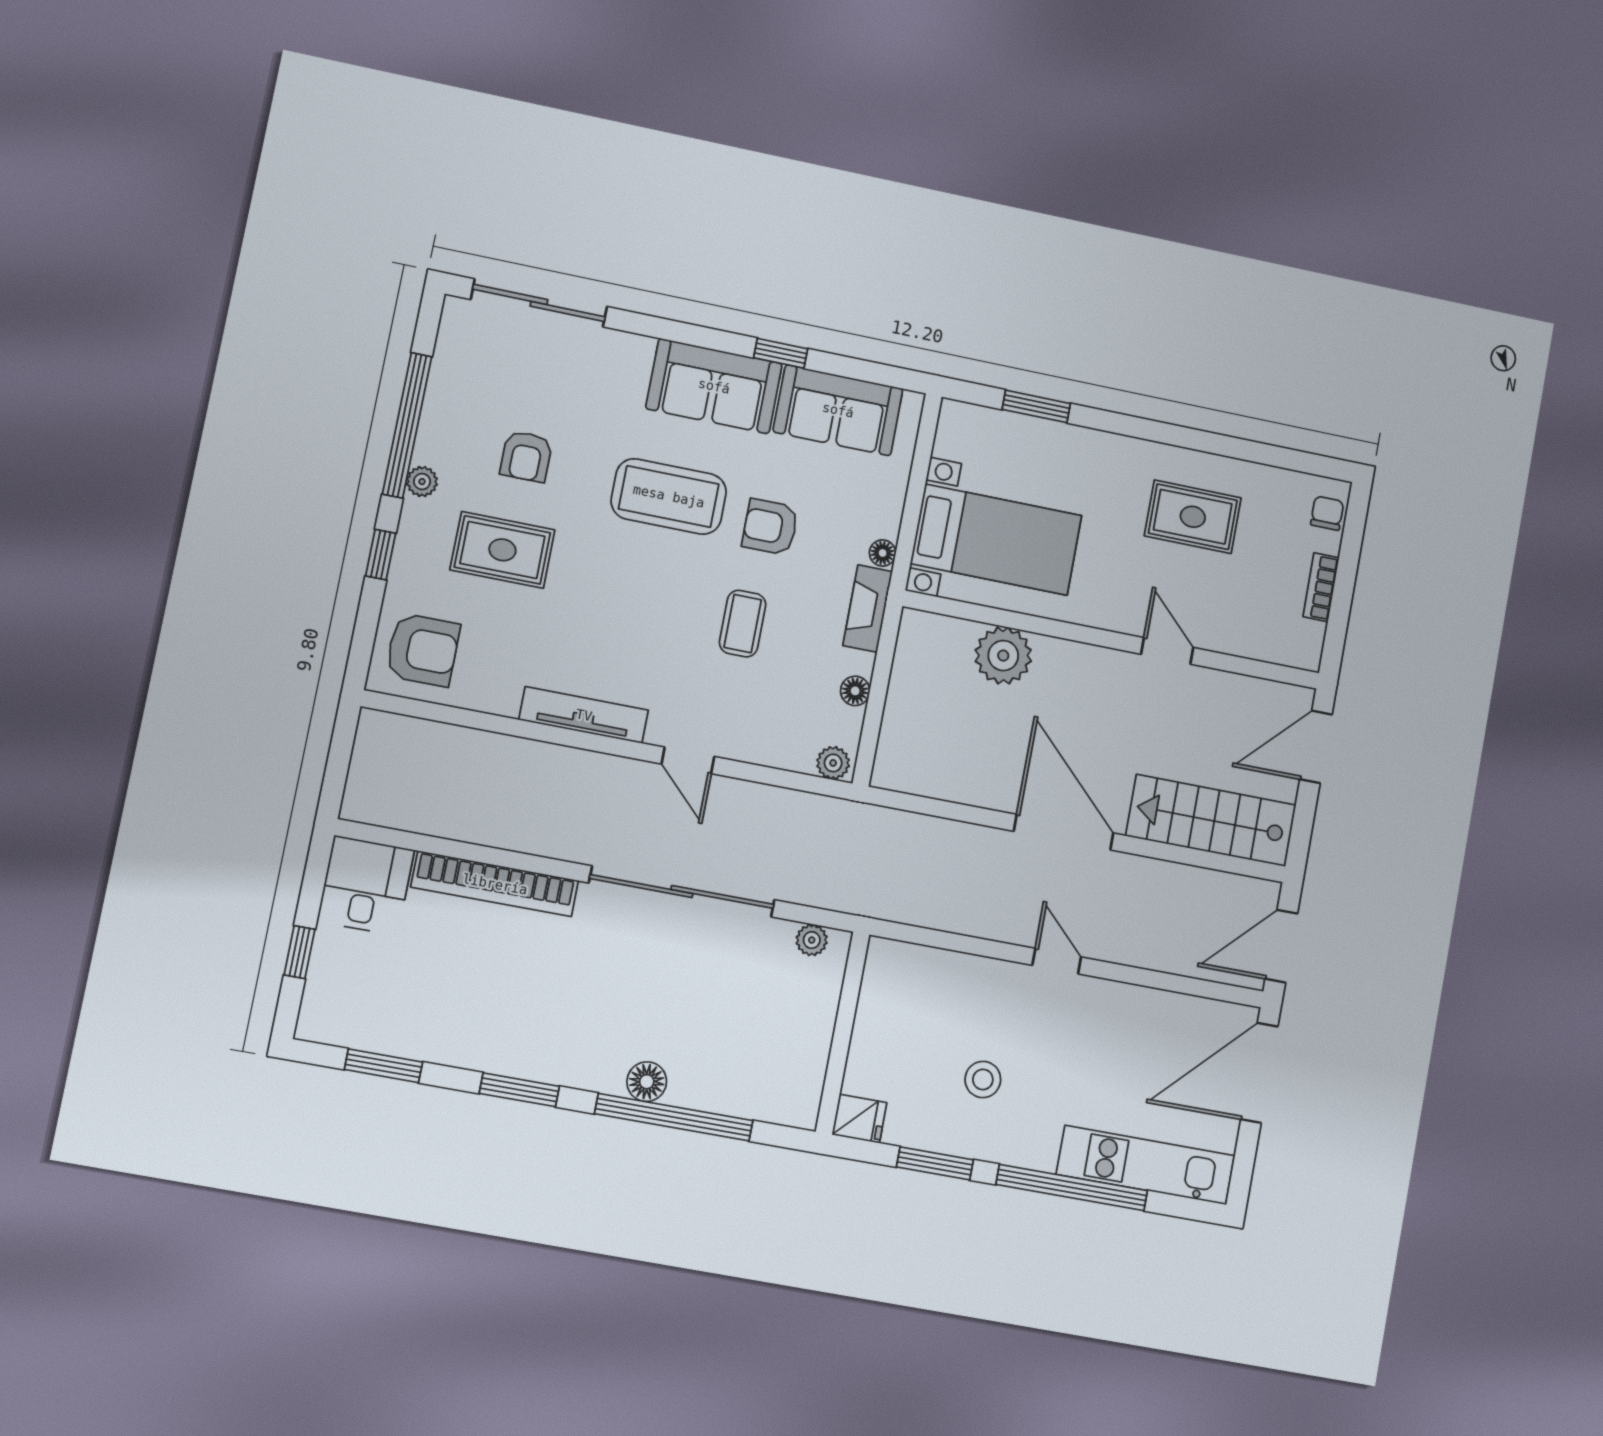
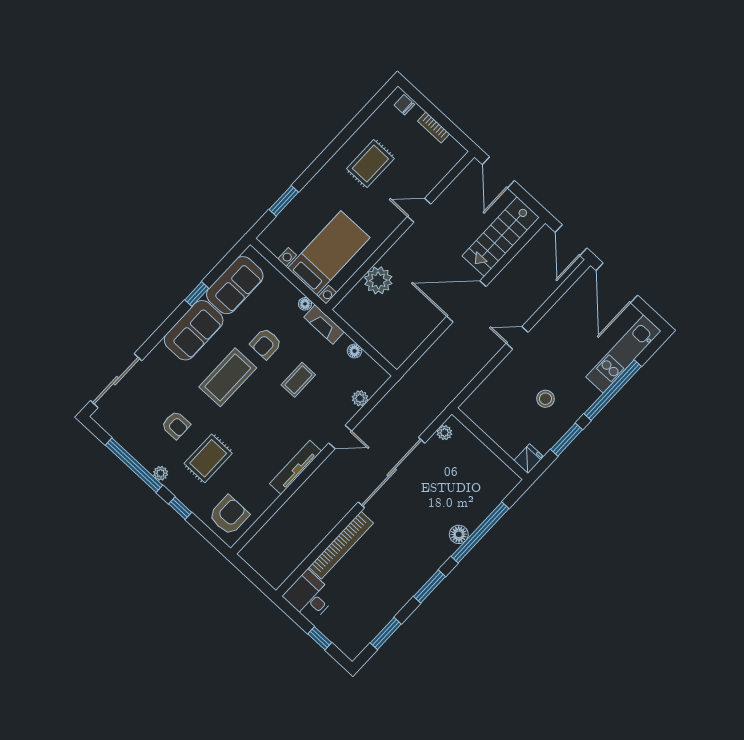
coffee table: (743, 624) -> (298, 380), turned 90
plant: (833, 763) -> (360, 398), moved

